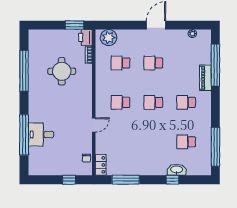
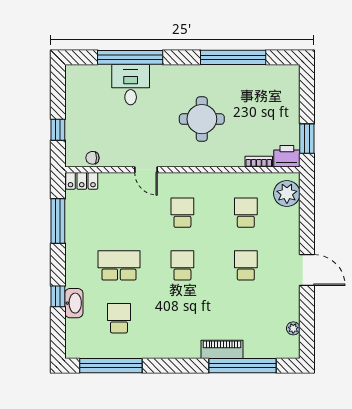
round table: (62, 71) -> (202, 119), moved
school desk: (186, 102) -> (119, 265), moved, width x1.85

